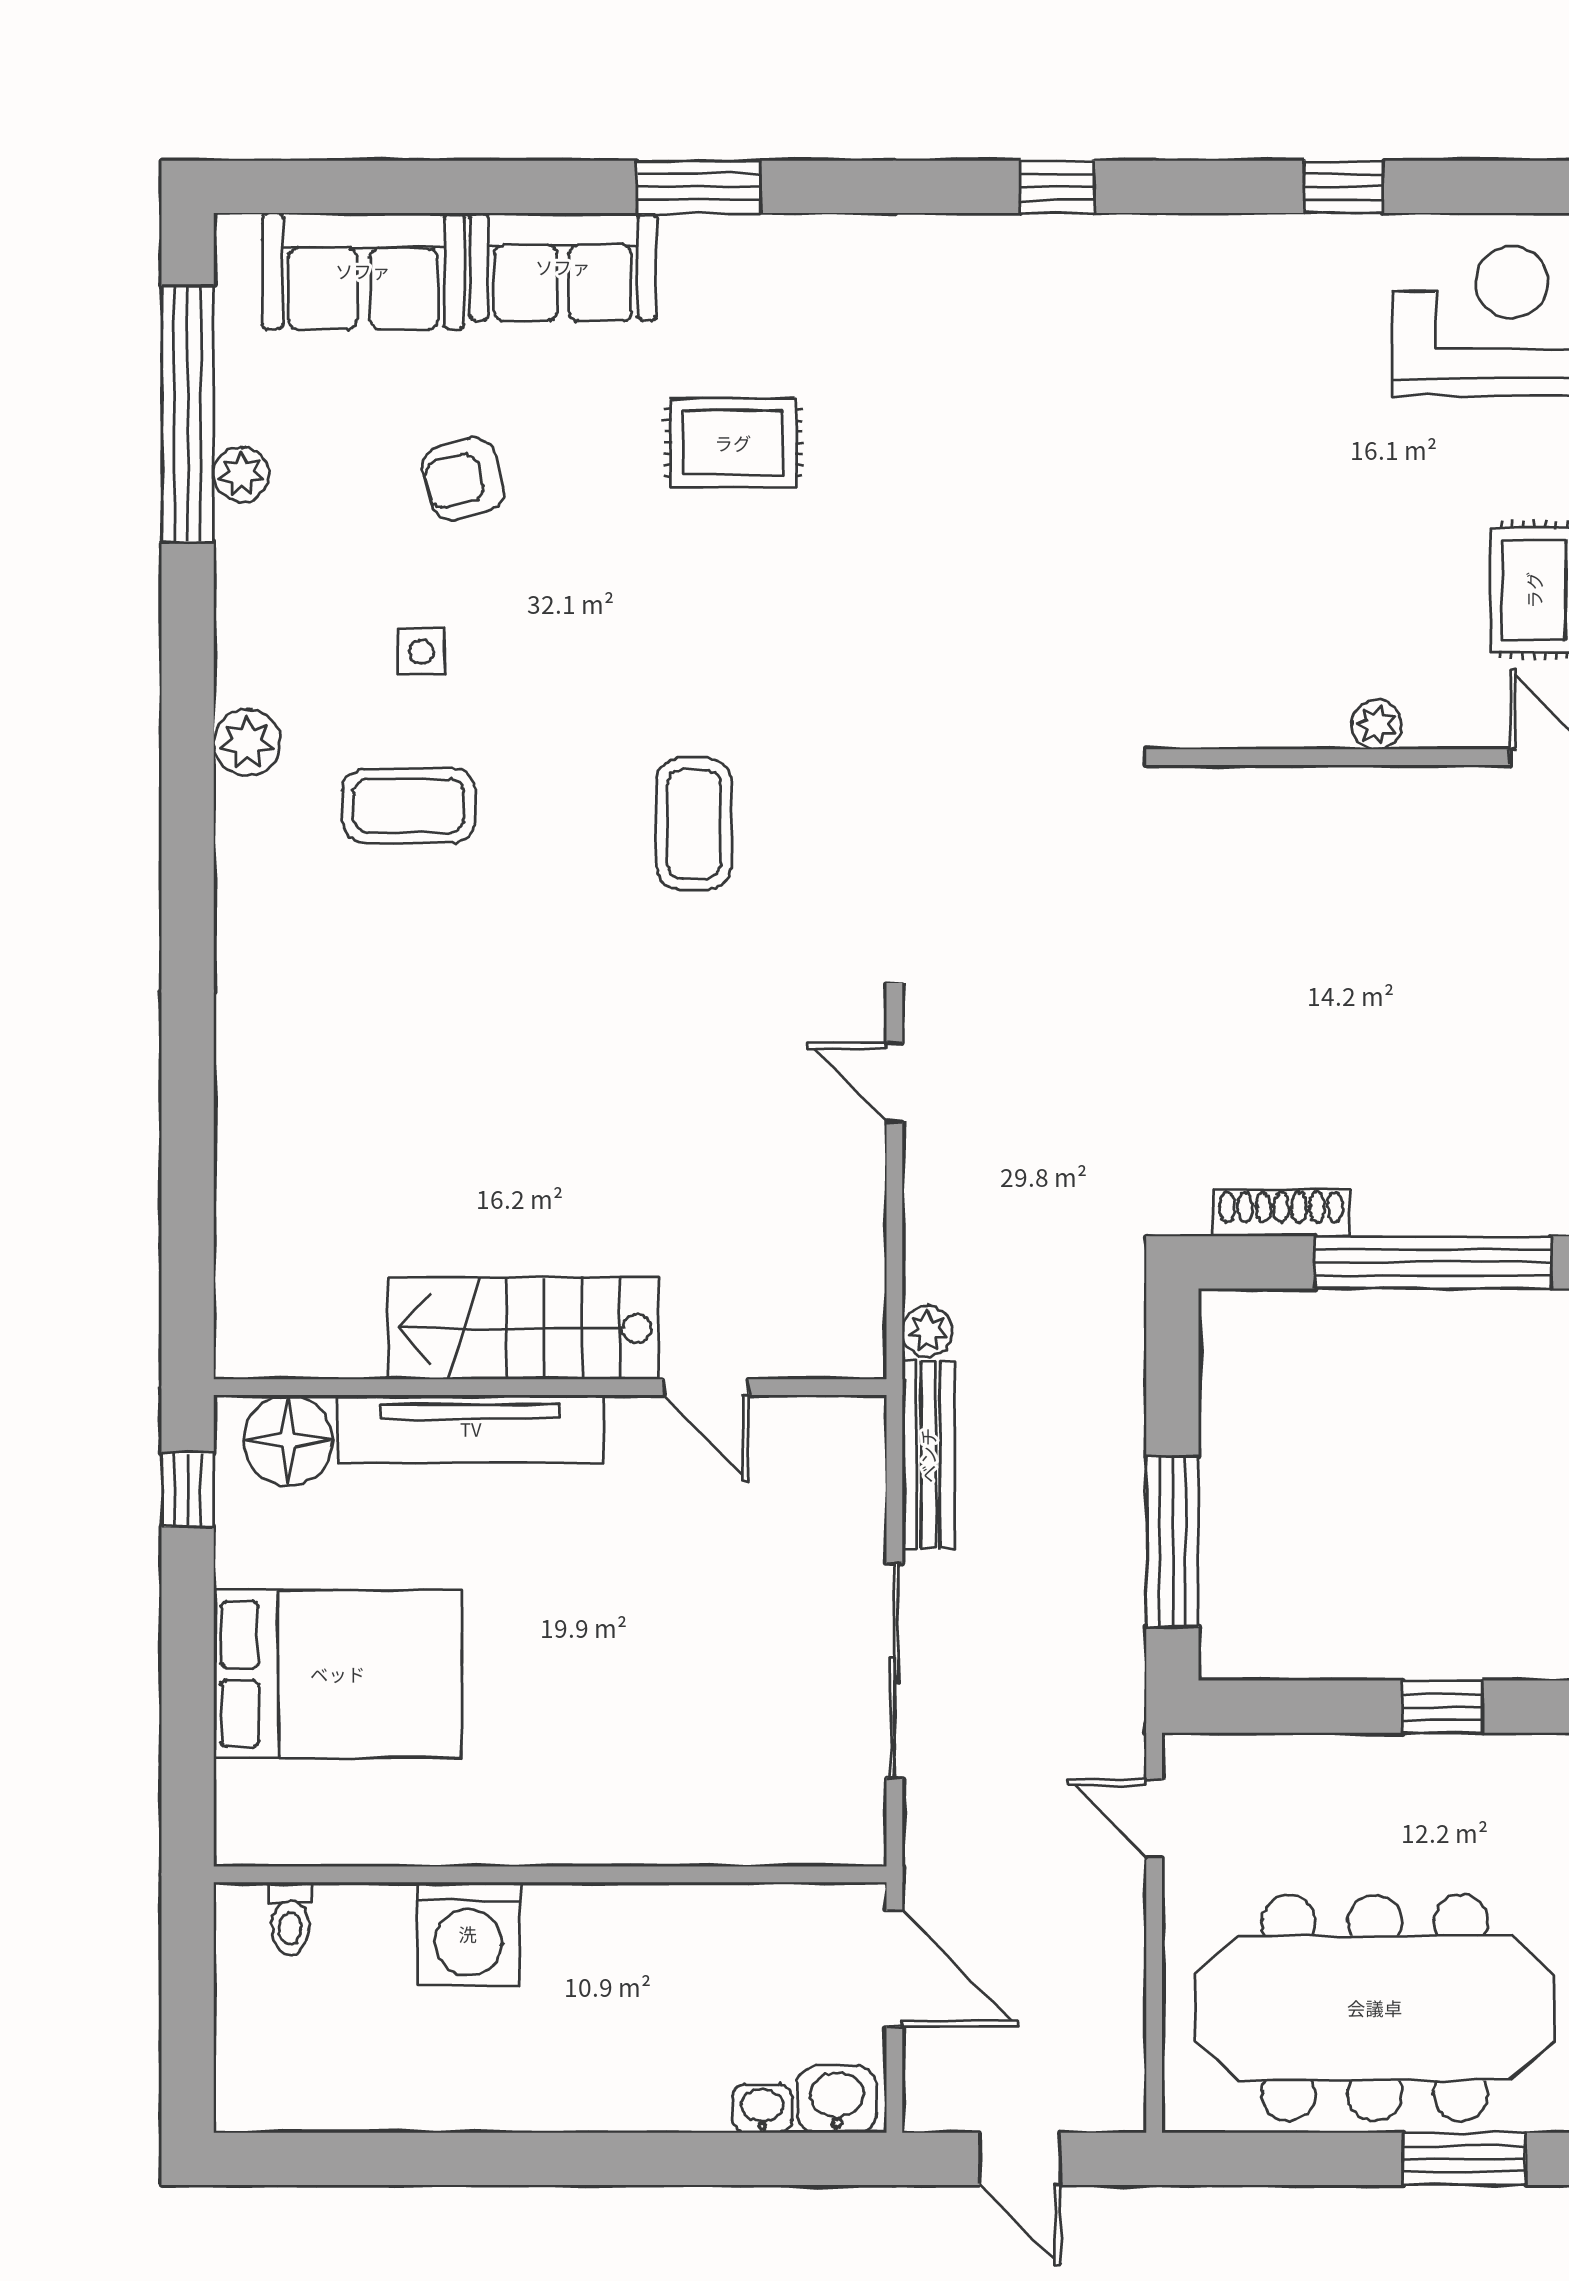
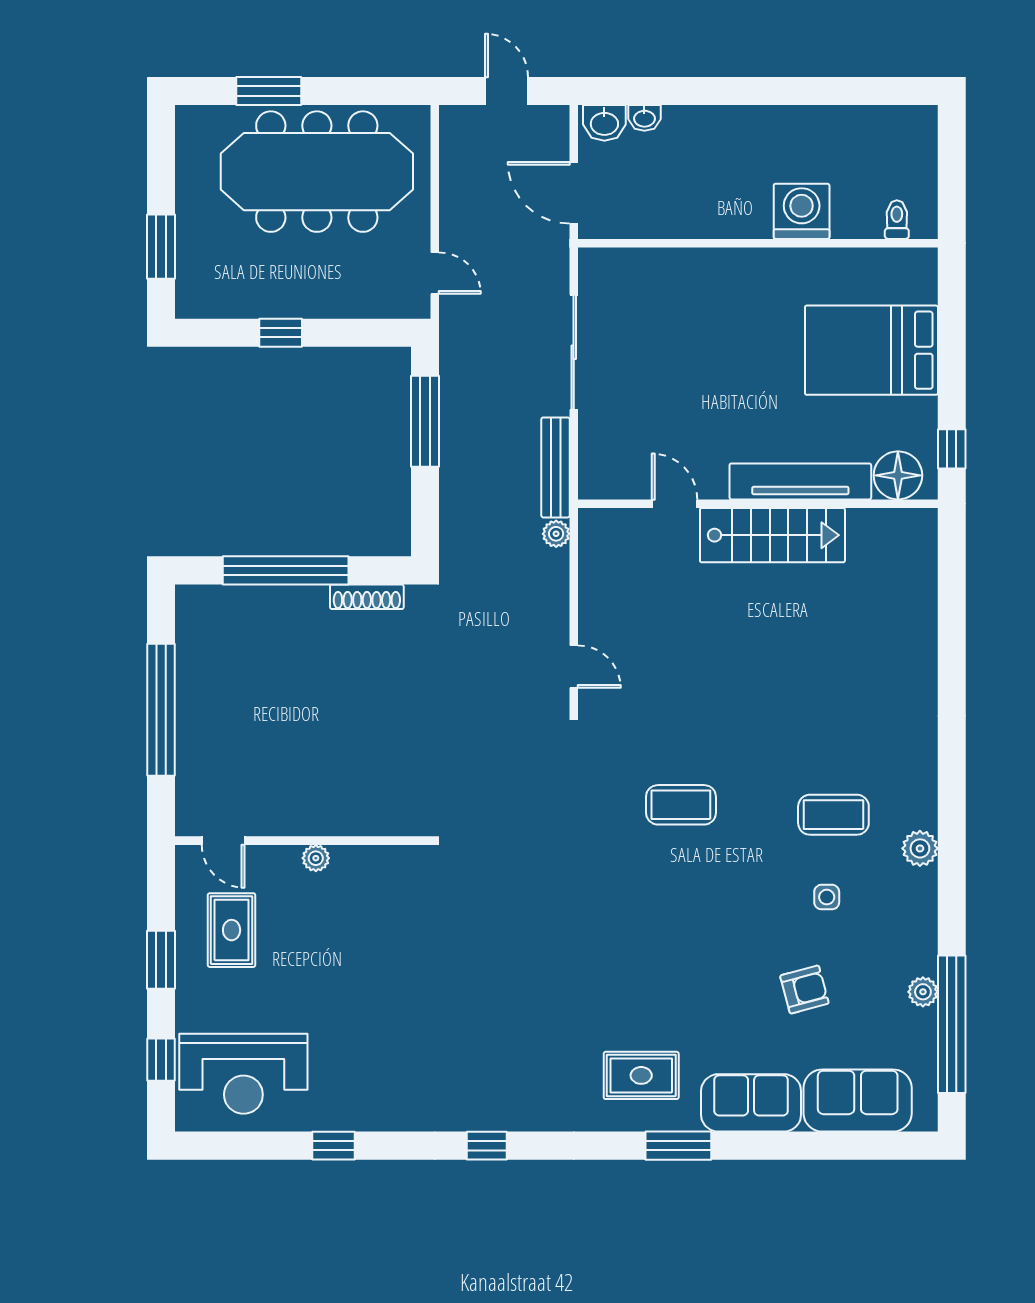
rug: (733, 443) -> (641, 1075), moved
coffee table: (694, 824) -> (681, 805), turned 90

